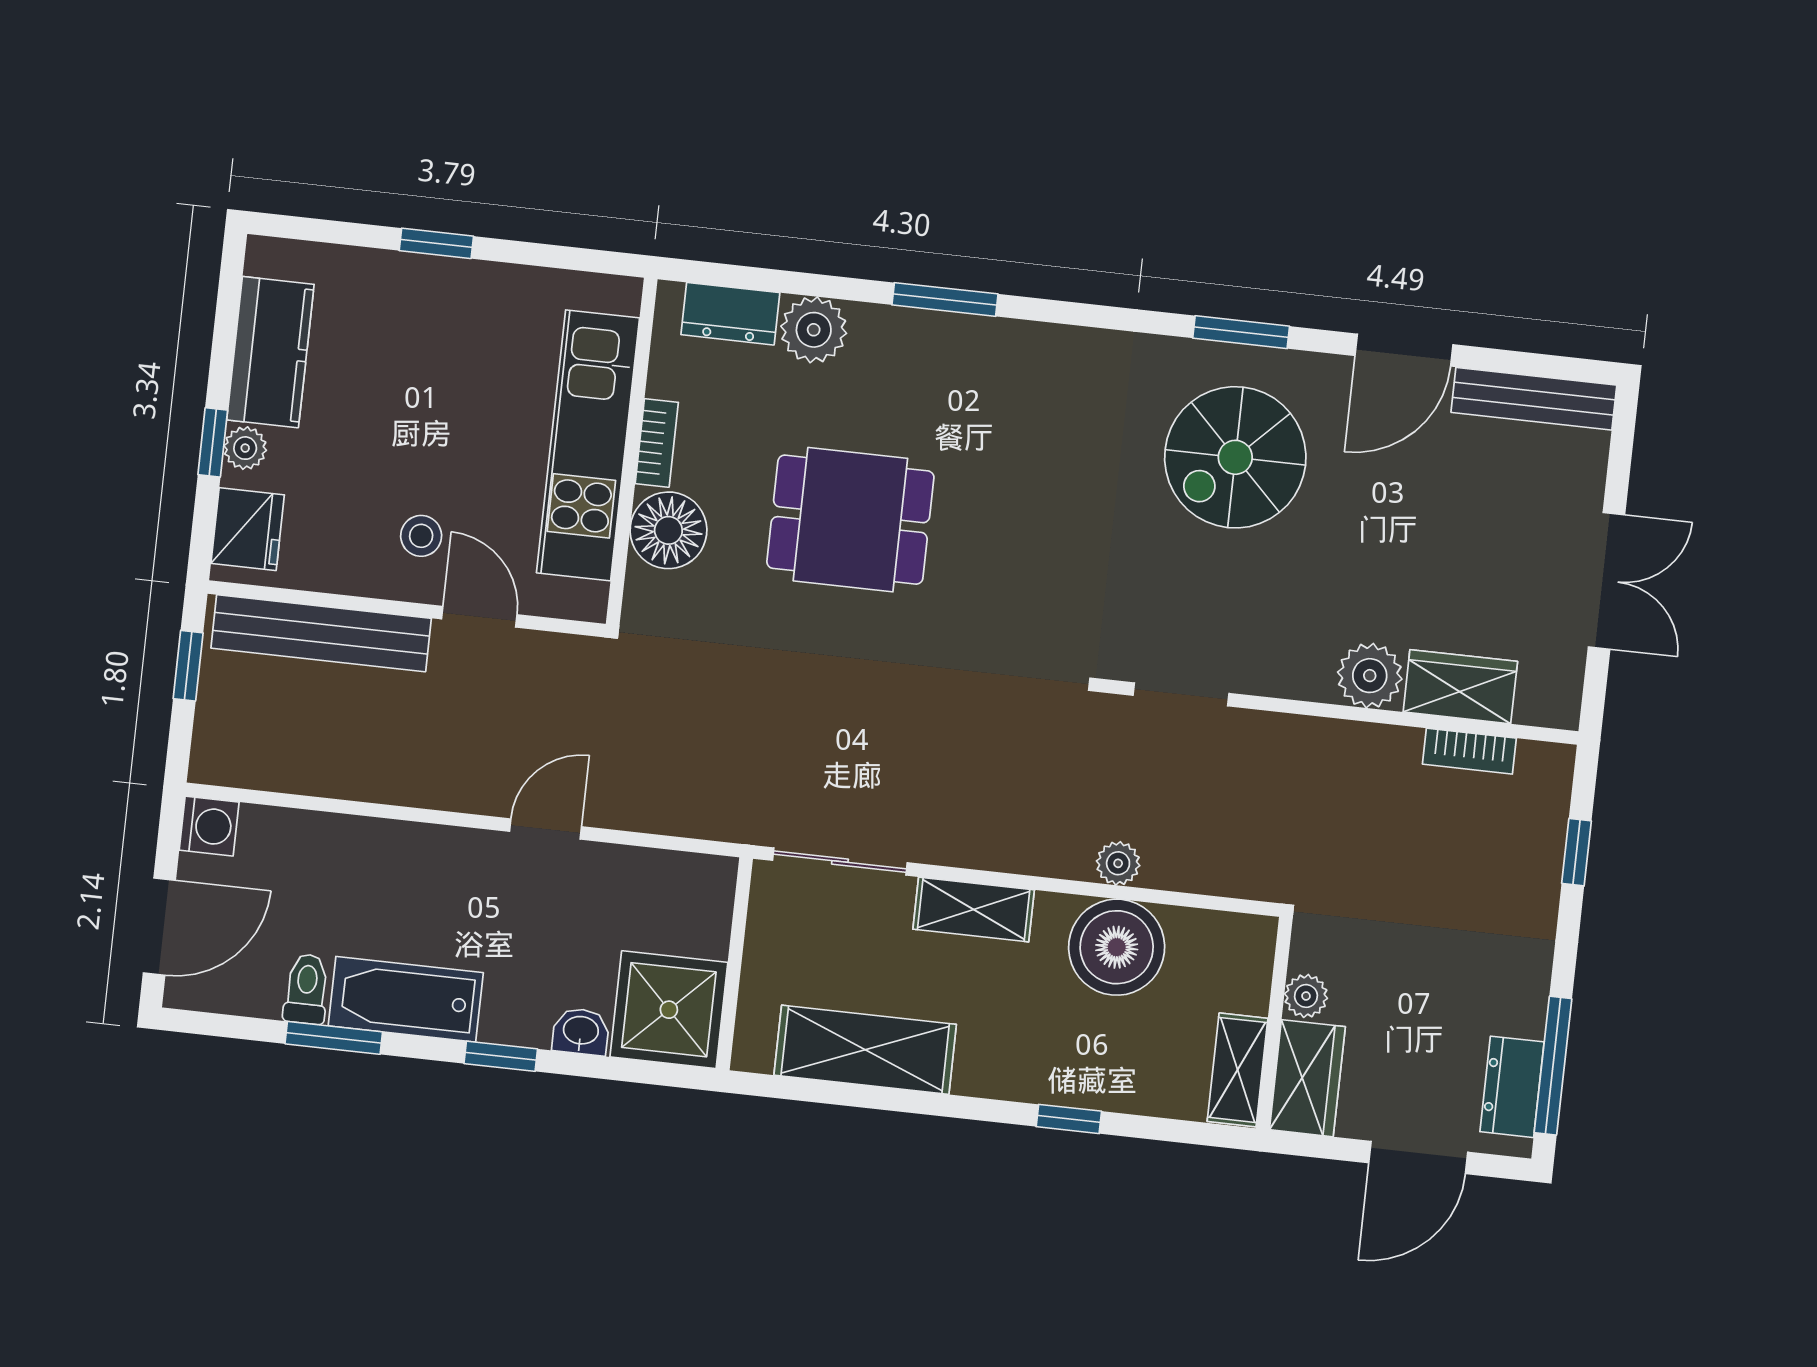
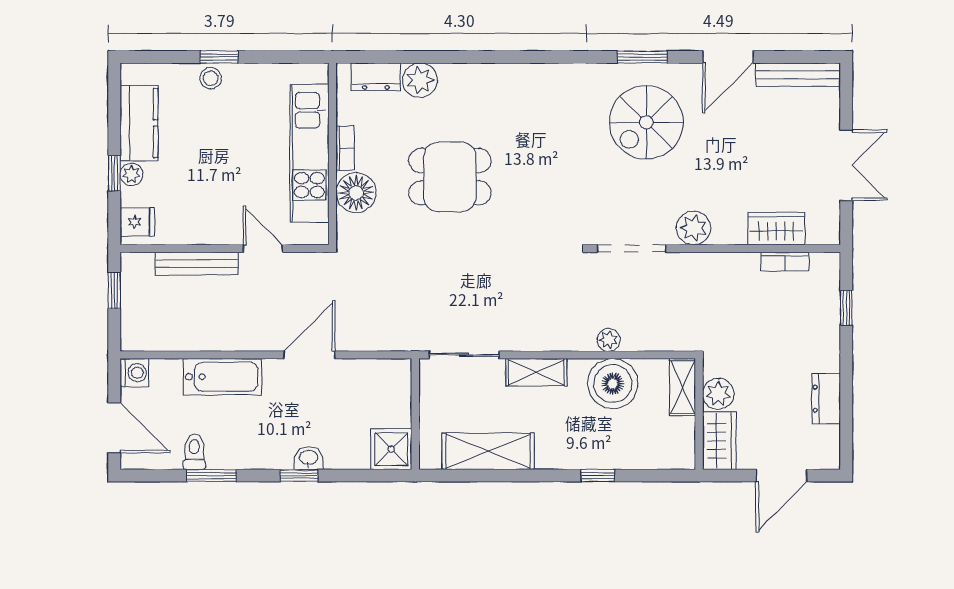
window: (945, 299) -> (486, 57), removed
fridge: (248, 529) -> (137, 222), width x0.72
stool: (421, 536) -> (211, 78), moved
bench: (321, 633) -> (197, 264), width x0.73, depth x0.82
plant: (1370, 676) -> (694, 228), moved
doorway: (1181, 694) -> (632, 249), width x1.38
door: (545, 829) -> (309, 355), width x1.37
door: (159, 927) -> (114, 428), hinge flipped
plant: (1306, 996) -> (718, 394), width x1.38, depth x1.38
bathtub: (406, 999) -> (222, 377), moved, turned 180
shower: (669, 1010) -> (391, 449), width x0.73, depth x0.73
washbasin: (581, 1032) -> (309, 458), moved
window: (1553, 1066) -> (846, 420), removed
shelving: (1238, 1070) -> (683, 387), moved
dresser: (1512, 1087) -> (826, 399), moved

